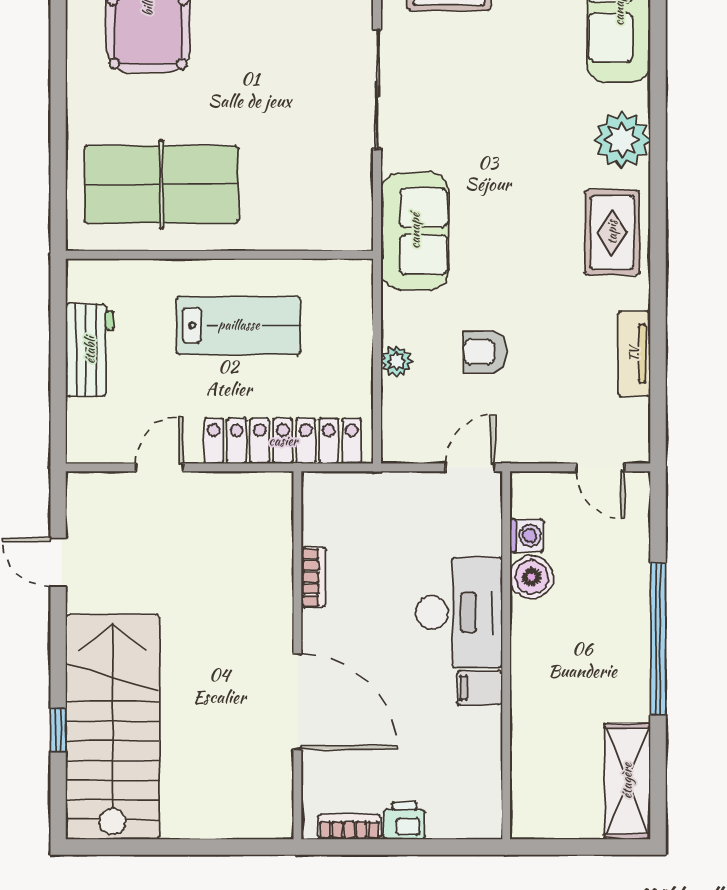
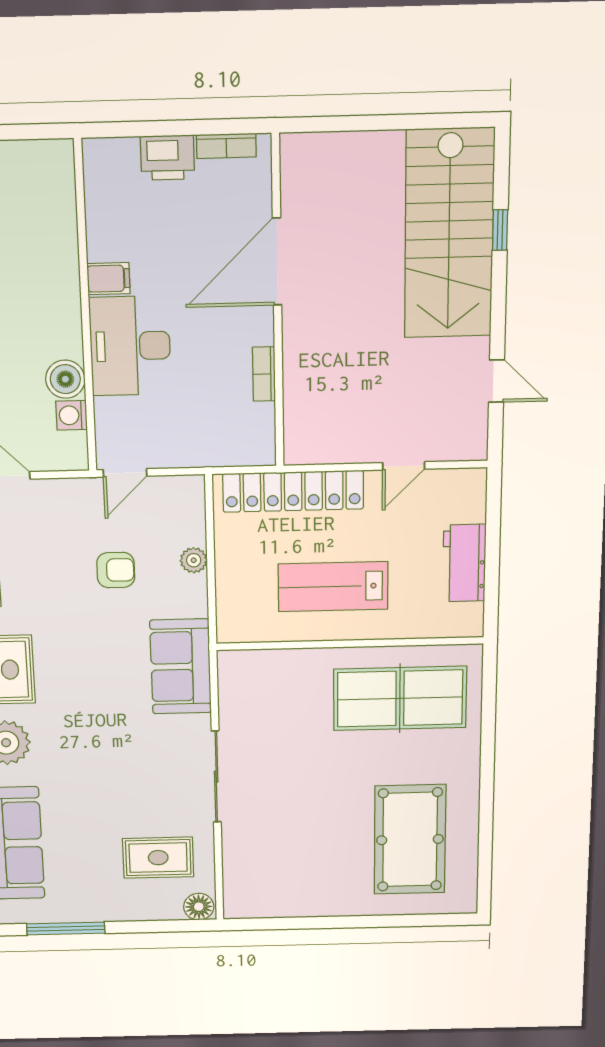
door: (297, 702) -> (277, 262), hinge flipped
printer: (404, 821) -> (167, 158), width x1.36, depth x1.24

